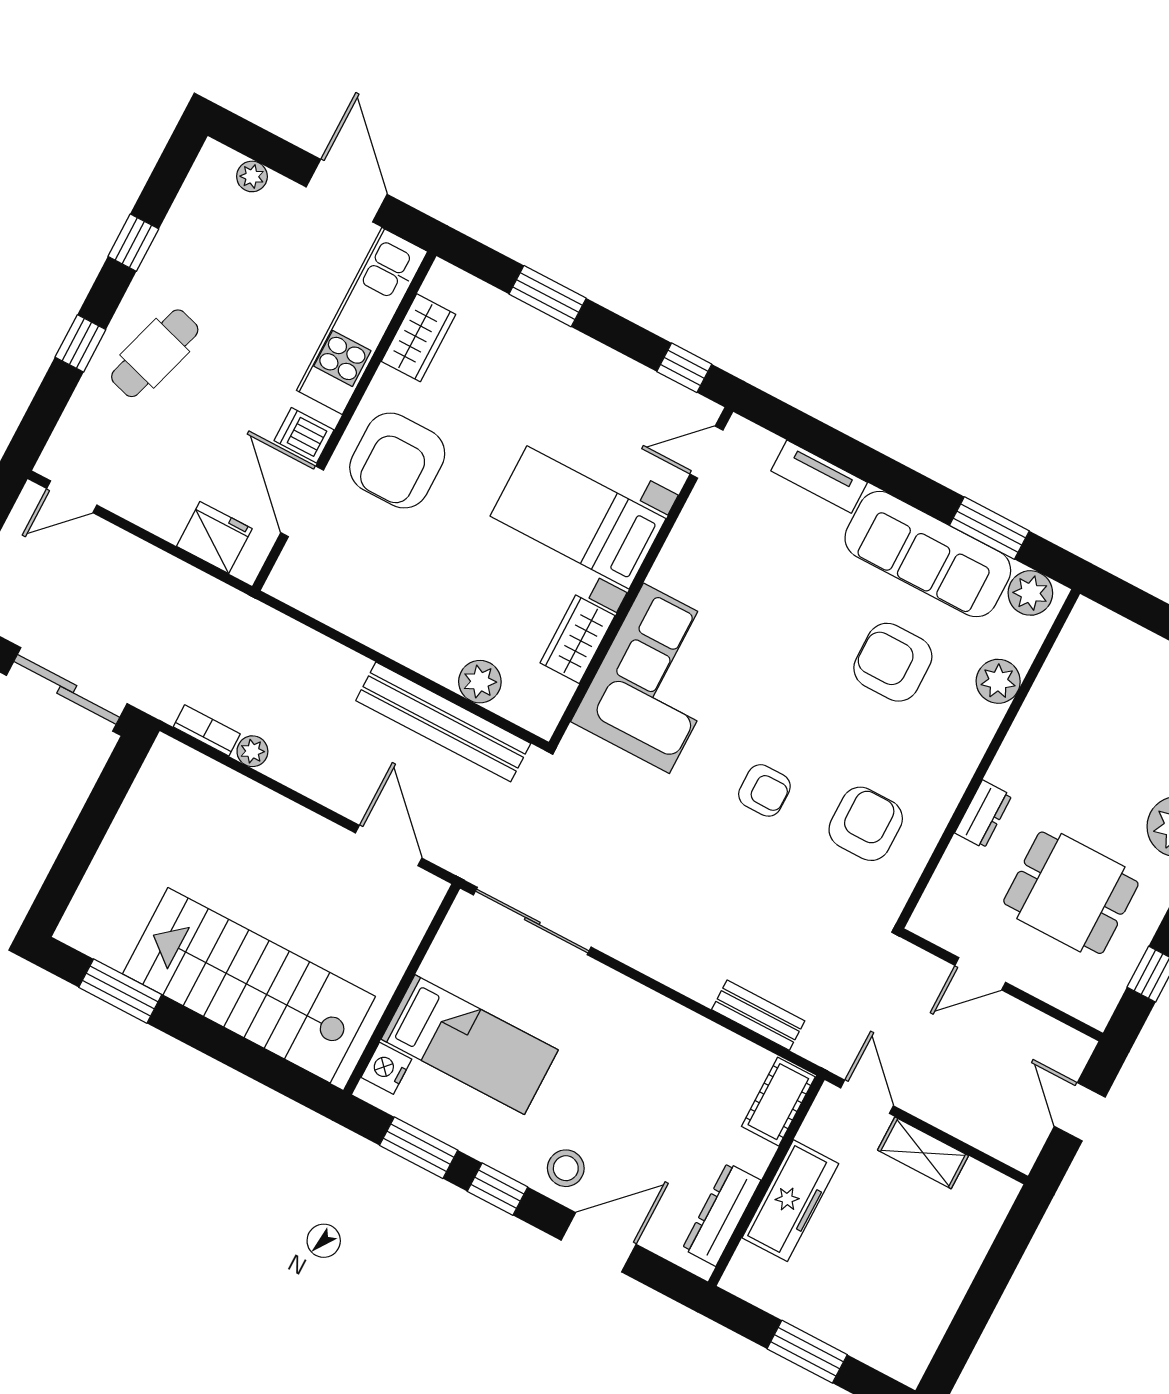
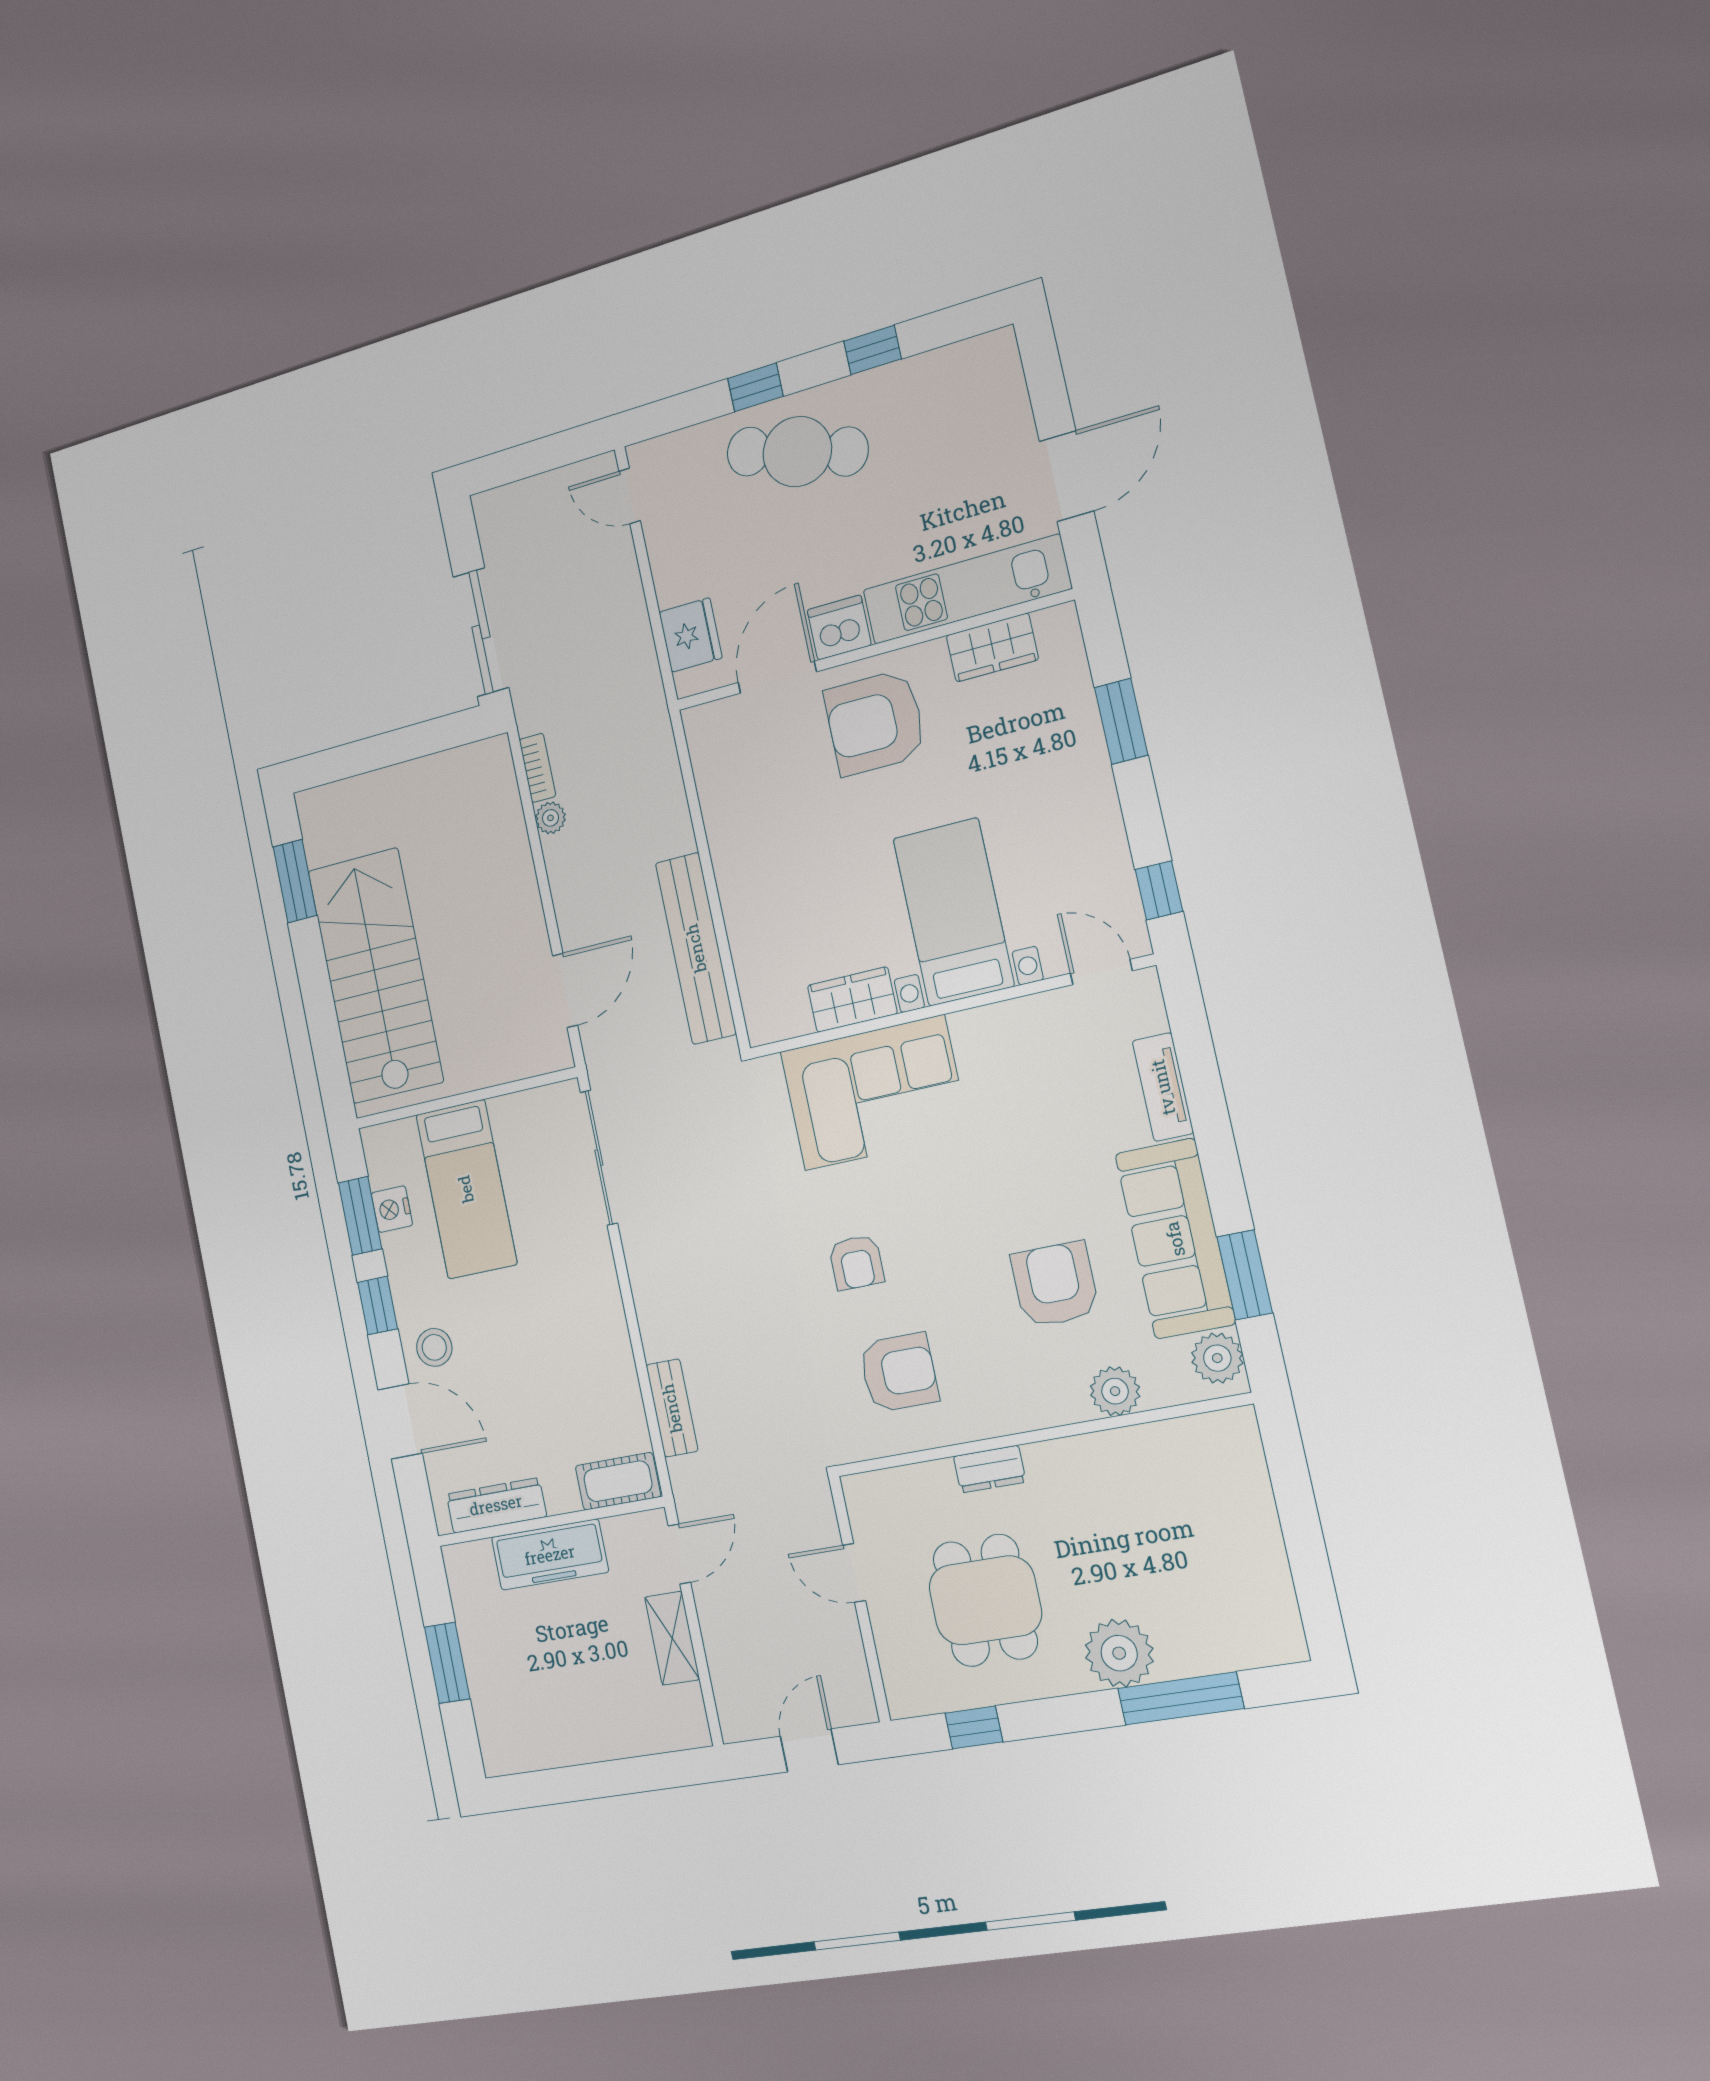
plant: (252, 176) -> (1011, 390), removed
cafe table: (155, 353) -> (797, 452), width x1.37, depth x1.35
dishwasher: (304, 435) -> (839, 628), width x1.38
plant: (480, 682) -> (752, 950), removed
nightstand: (386, 1068) -> (392, 1209), moved, turned -90

